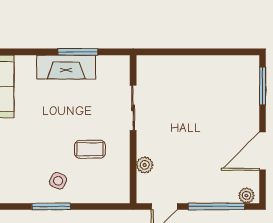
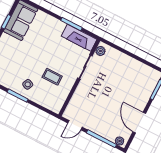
fireplace: (66, 67) -> (79, 38), moved
door: (263, 151) -> (139, 123), hinge flipped
plant: (145, 165) -> (100, 51), moved

